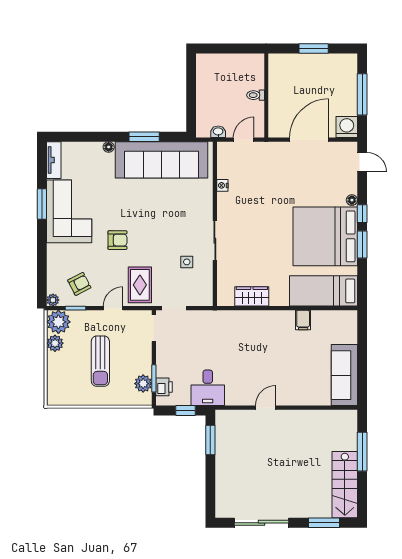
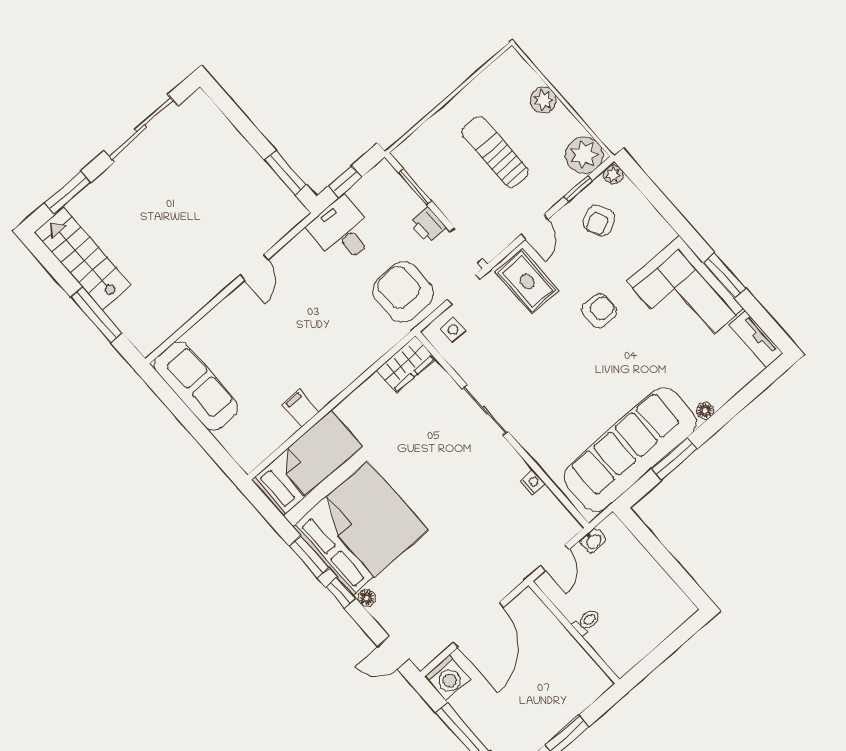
armchair: (117, 240) -> (599, 311), turned 180
side table: (187, 262) -> (453, 330), moved
wardrobe: (252, 296) -> (406, 364), moved
armchair: (204, 332) -> (403, 292), added
plant: (55, 343) -> (543, 100), moved
plant: (143, 384) -> (422, 170), removed
printer: (164, 387) -> (428, 225), moved

